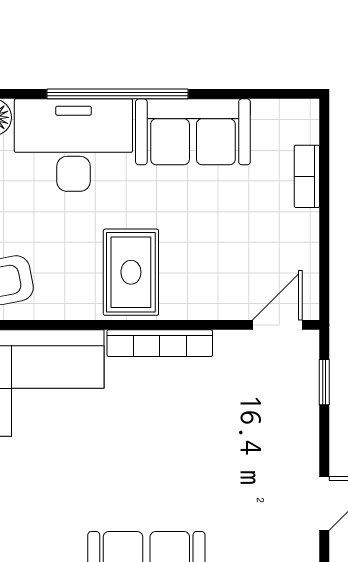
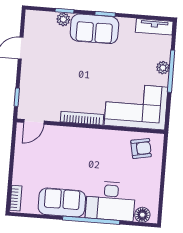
bookcase: (307, 176) -> (16, 198), moved
rug: (131, 272) -> (91, 148), removed

